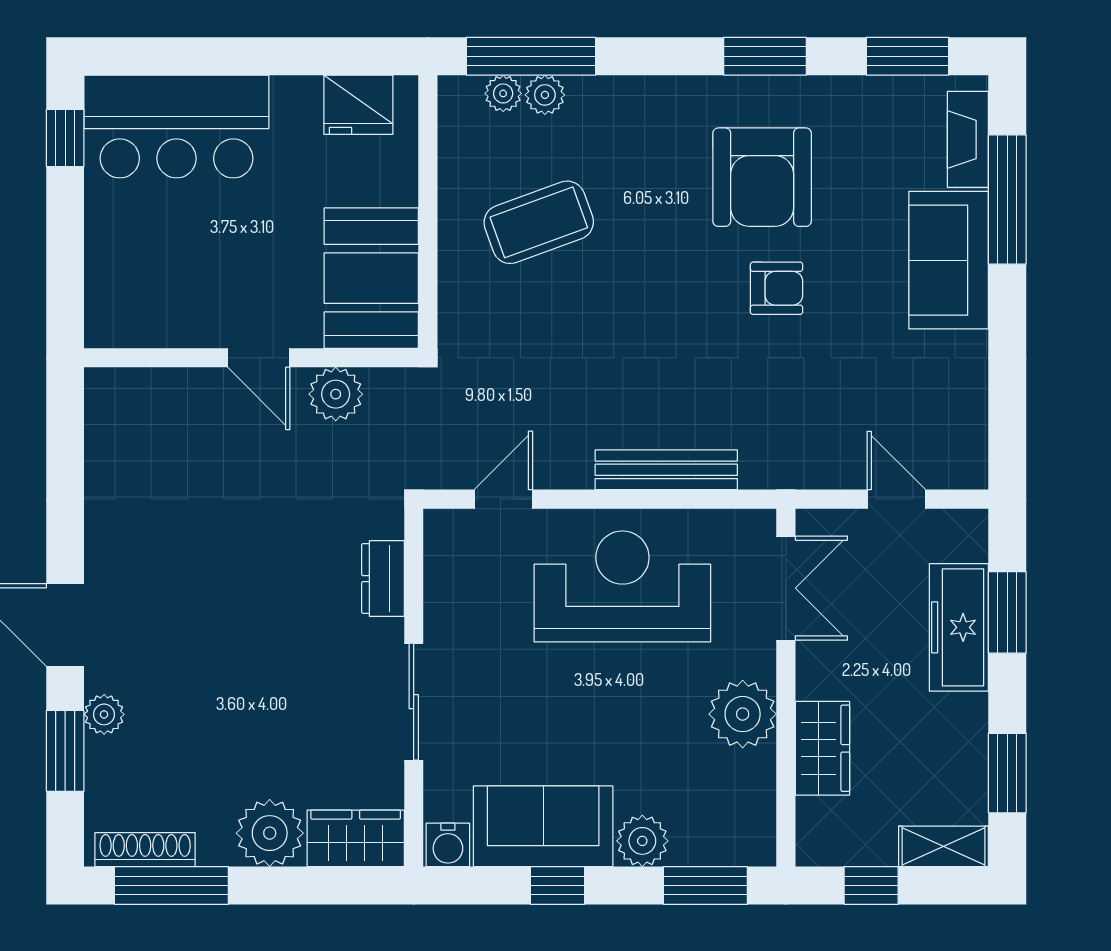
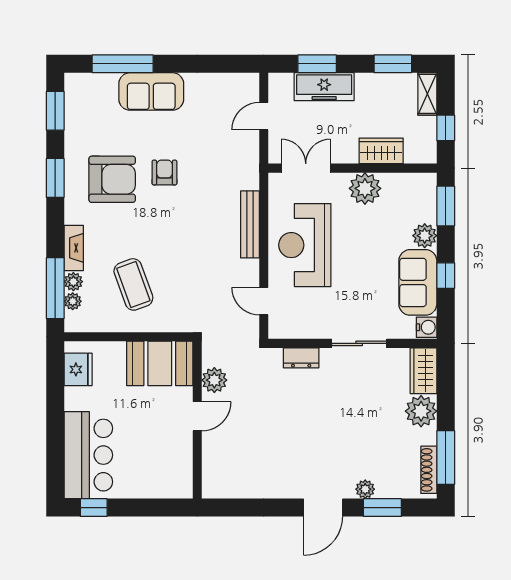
fireplace: (968, 139) -> (74, 248), moved, turned -90

